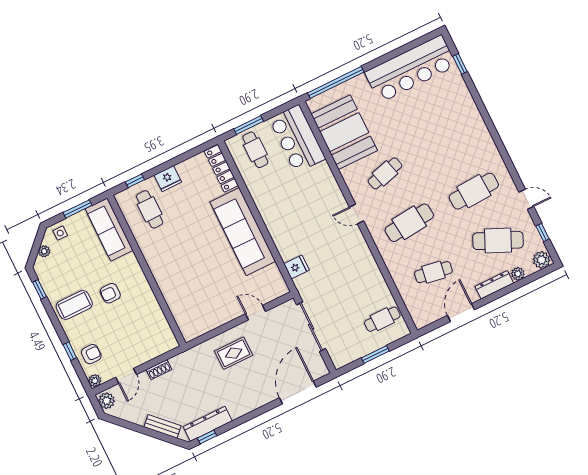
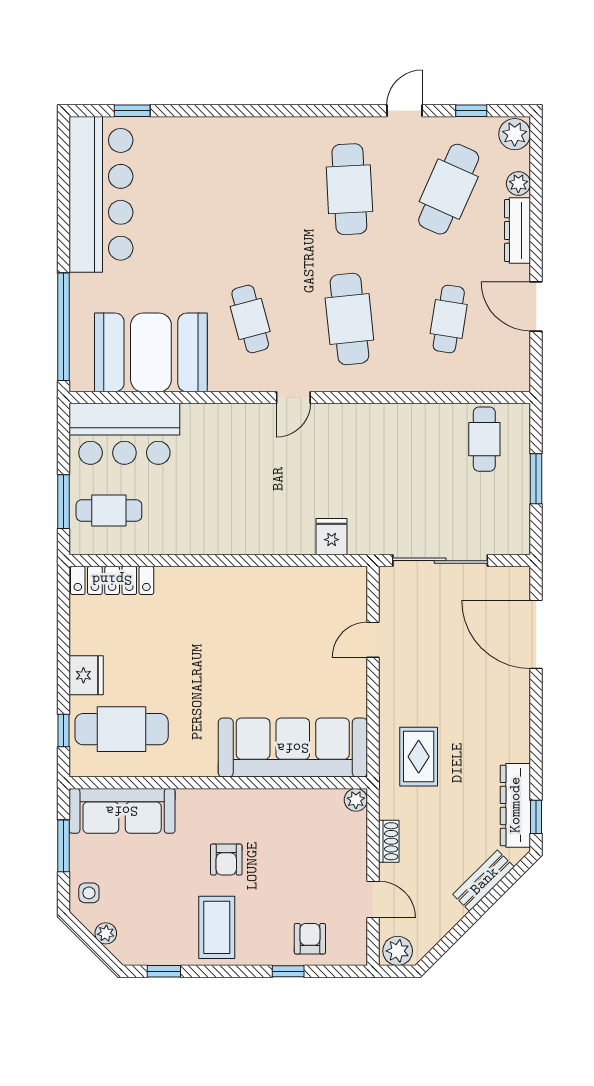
cafe table: (150, 209) -> (122, 729), width x1.37, depth x1.35
sofa: (243, 232) -> (293, 748), moved, turned 180
rug: (234, 353) -> (419, 757), moved
plant: (95, 381) -> (356, 800), moved

